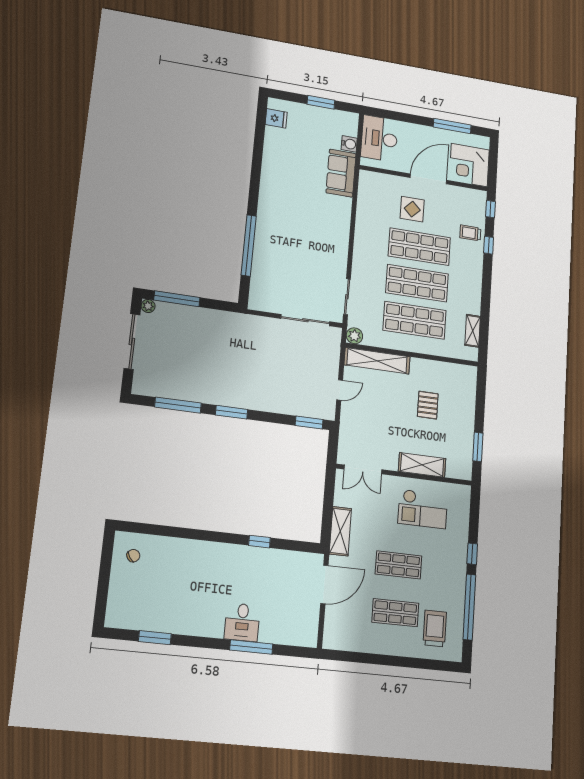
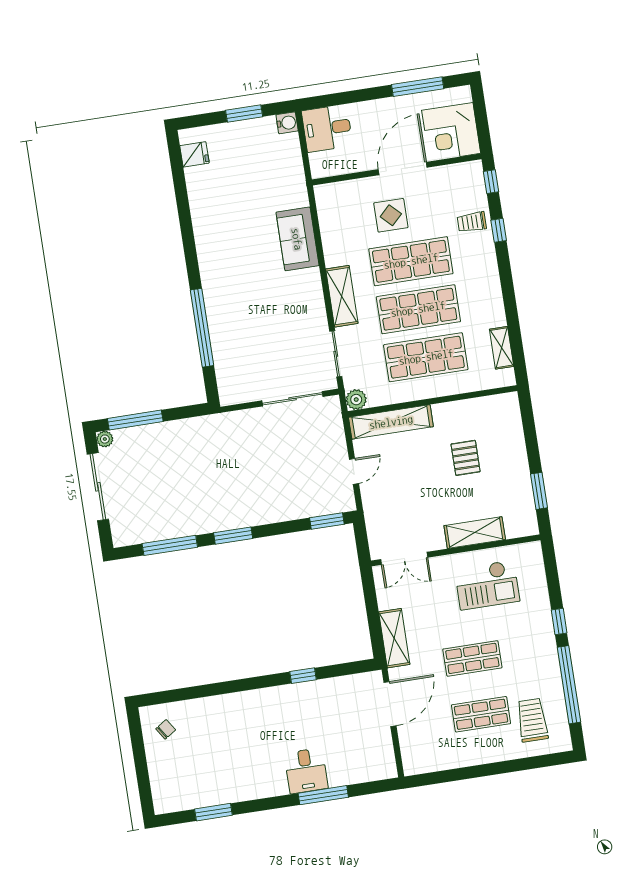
desk: (379, 138) -> (327, 128), width x0.73
water cooler: (349, 144) -> (287, 123), moved
sofa: (341, 173) -> (297, 239), moved
shelving: (362, 256) -> (342, 296), added

